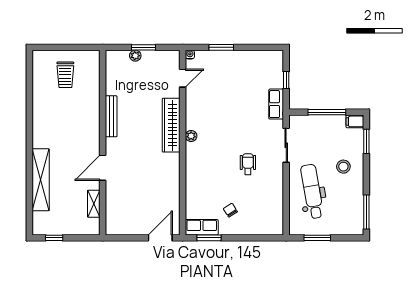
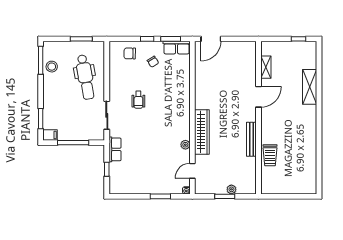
trolley: (65, 75) -> (270, 155), moved, turned 180
plant: (191, 136) -> (185, 145), moved
stool: (343, 167) -> (52, 67), moved
shelving: (41, 180) -> (310, 87), width x0.68
chair: (258, 220) -> (130, 53), added
window: (237, 238) -> (147, 39), added

